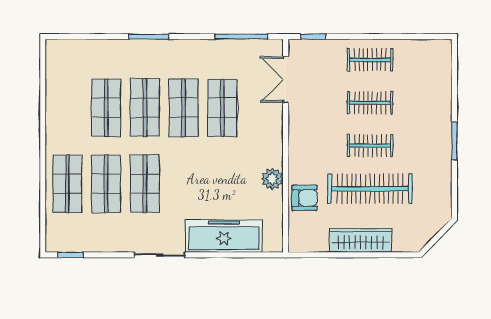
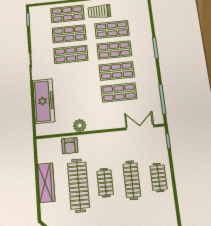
clothes rail: (370, 103) -> (132, 180), width x1.36
trolley: (69, 127) -> (99, 12), added

